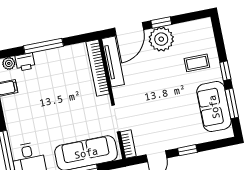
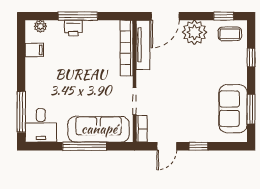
window: (161, 23) -> (224, 16), moved
printer: (25, 62) -> (73, 28), moved
coffee table: (197, 63) -> (230, 34), moved
window: (225, 71) -> (251, 57), moved

